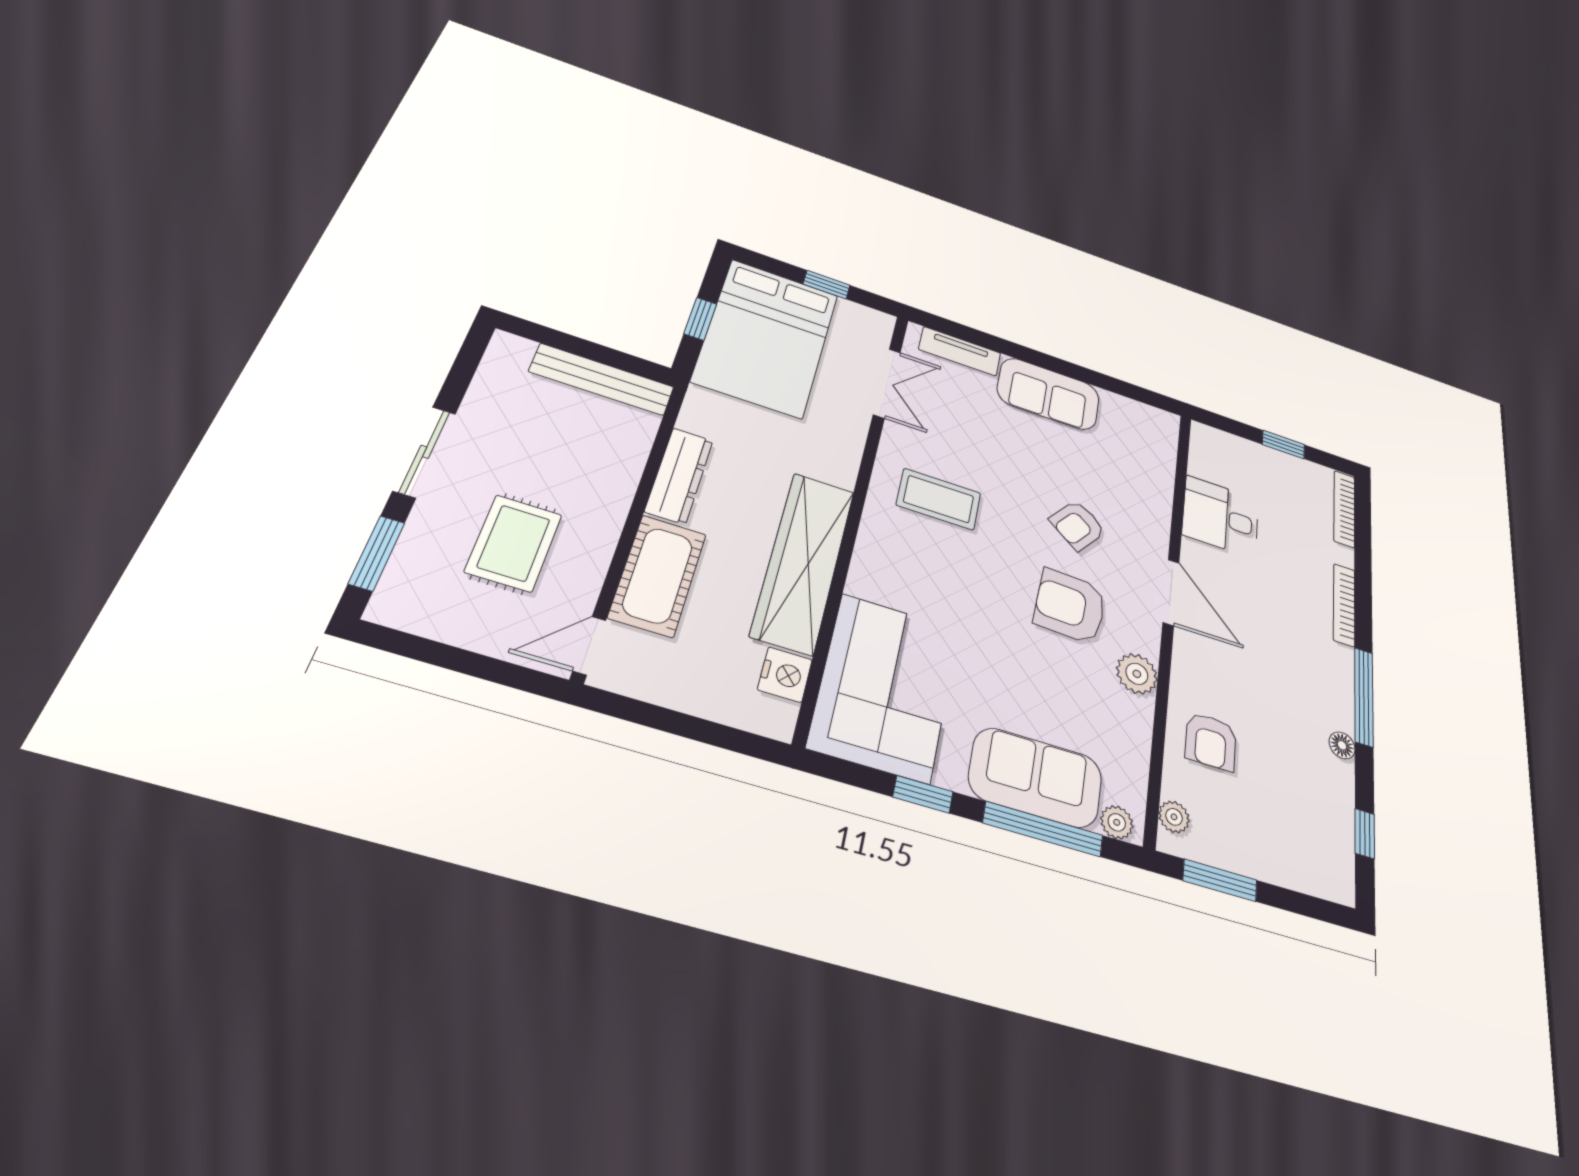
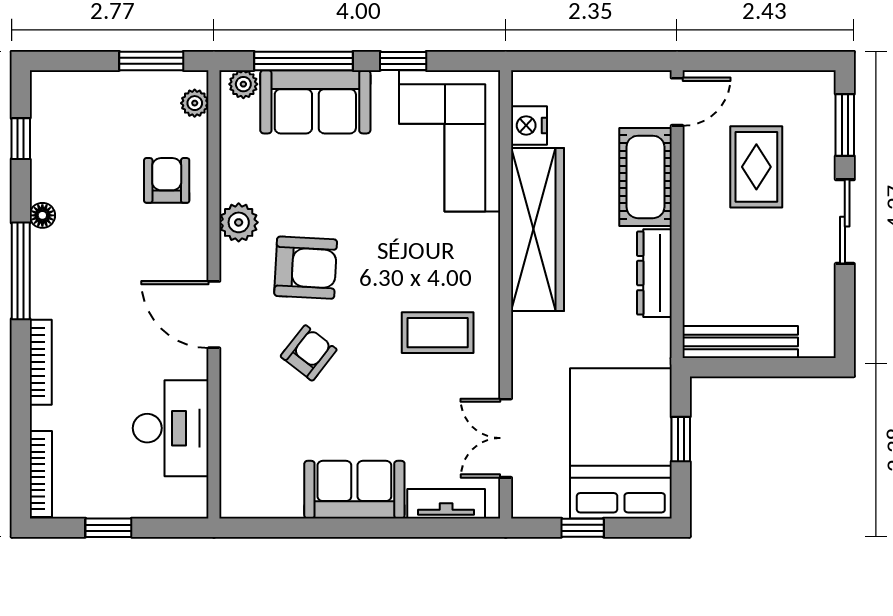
desk: (1221, 517) -> (171, 428), width x1.37

